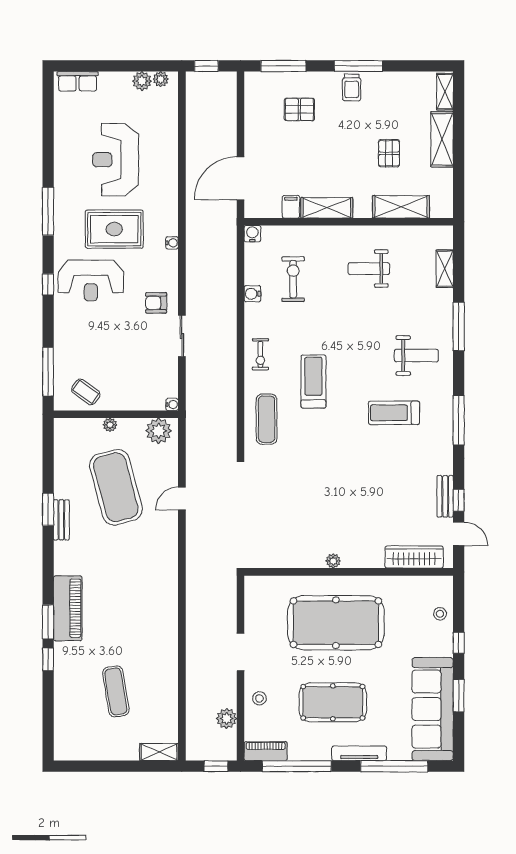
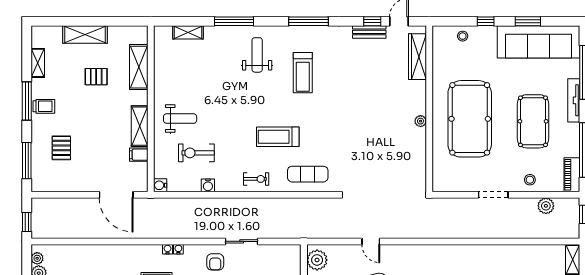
shelving: (445, 92) -> (38, 63), moved, turned 90
weight bench: (369, 269) -> (180, 119), moved, turned -90
water cooler: (172, 405) -> (178, 249), moved

